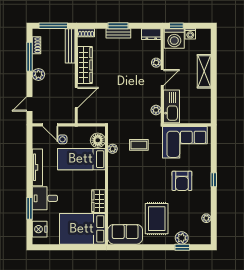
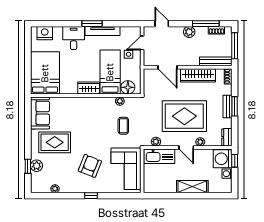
rug: (129, 80) -> (184, 116), added
armchair: (182, 181) -> (90, 166), turned 112
wardrobe: (98, 201) -> (89, 88), moved
window: (30, 208) -> (92, 24), moved

